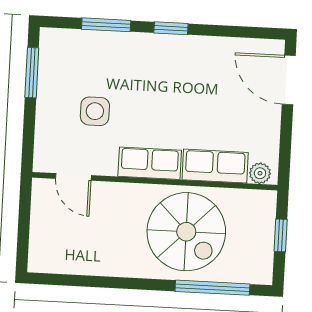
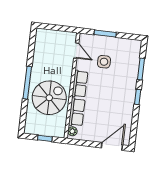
window: (32, 73) -> (105, 33), moved
door: (73, 177) -> (76, 51), swing flipped
spiral stairs: (186, 232) -> (49, 98), turned 180
window: (212, 288) -> (27, 83), moved

